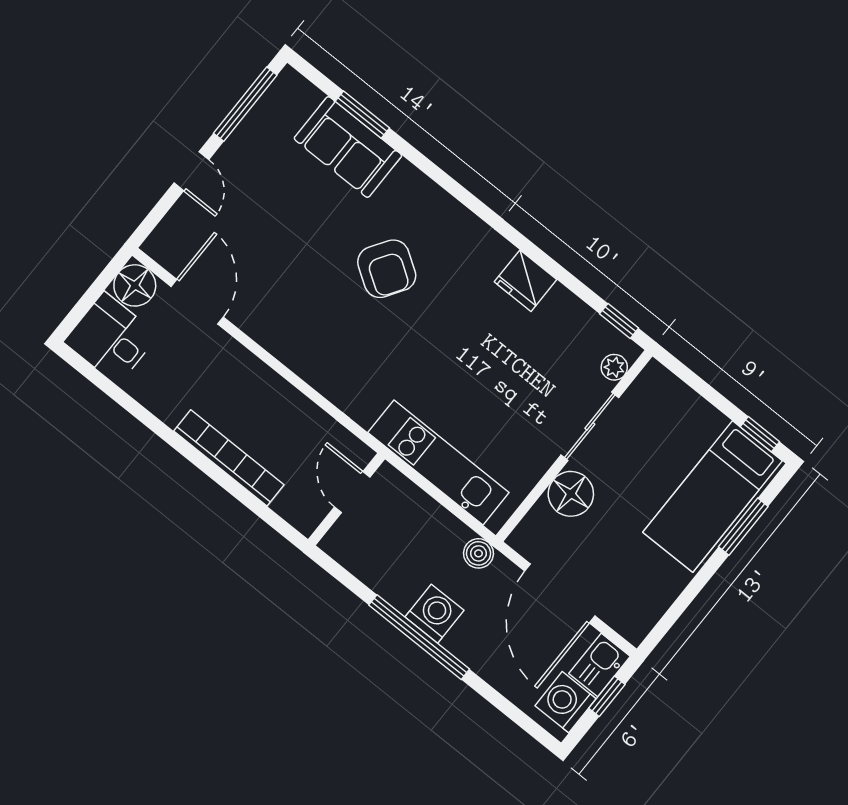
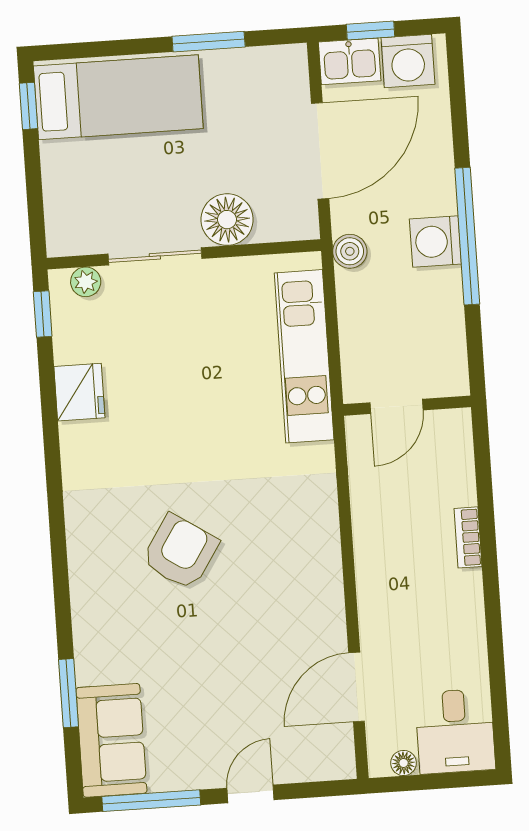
sofa: (348, 147) -> (111, 740), moved
fridge: (526, 281) -> (79, 392), moved
floor lamp: (135, 285) -> (404, 763), width x0.53, depth x0.53
bookcase: (229, 458) -> (468, 537), width x0.43, depth x0.76
window: (743, 527) -> (209, 42), moved

